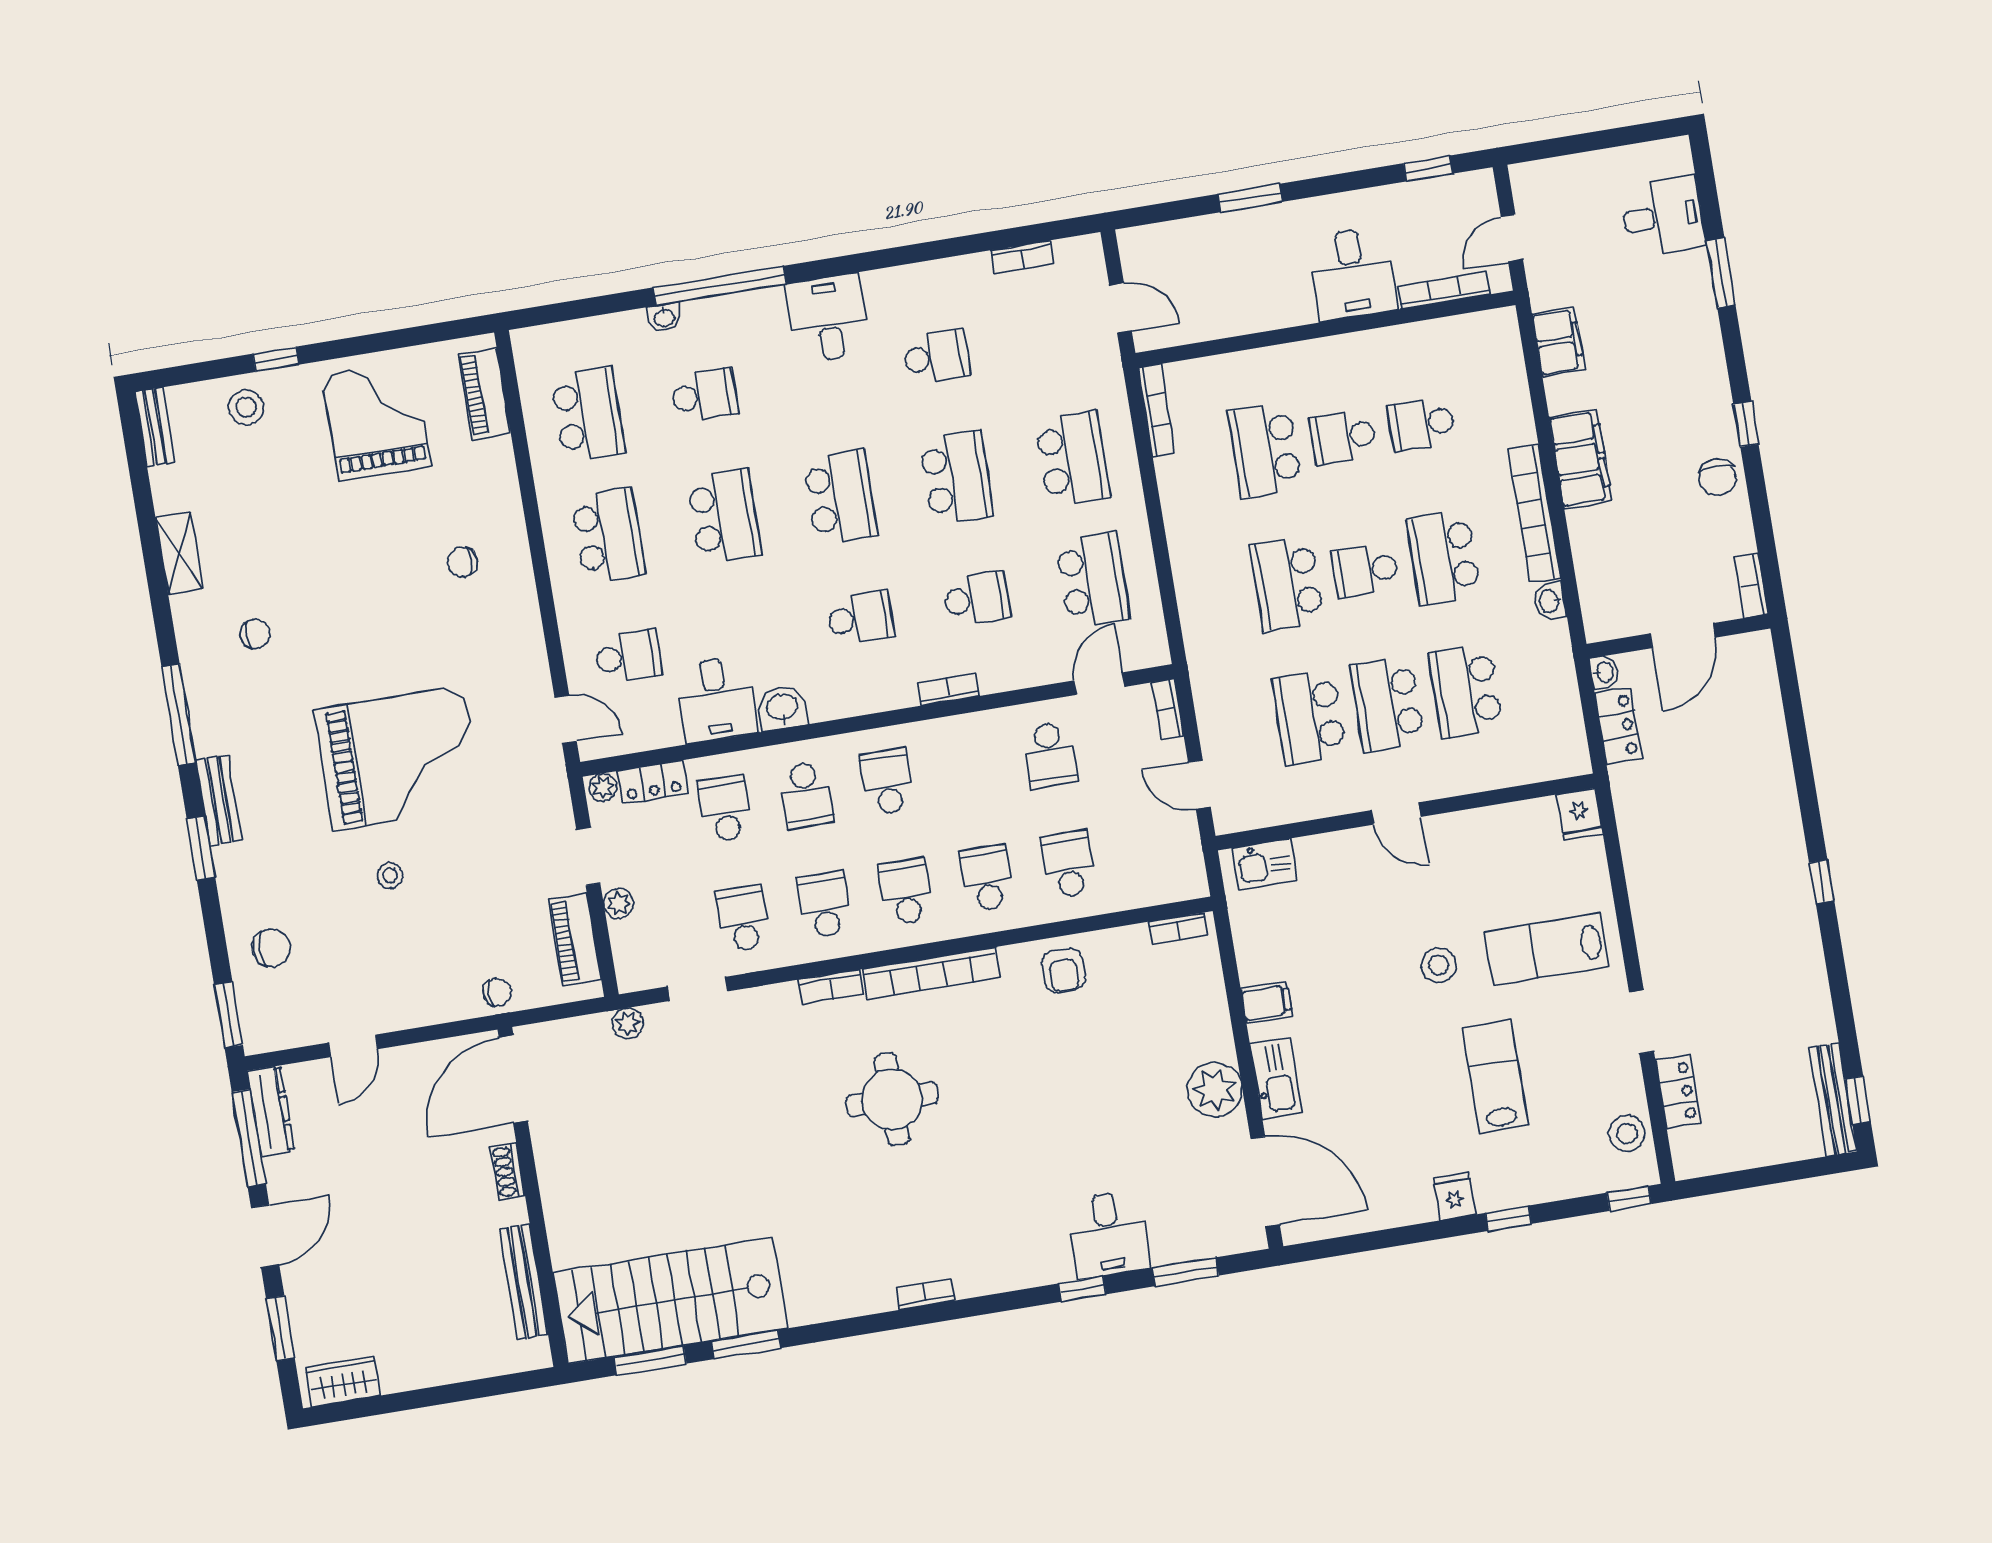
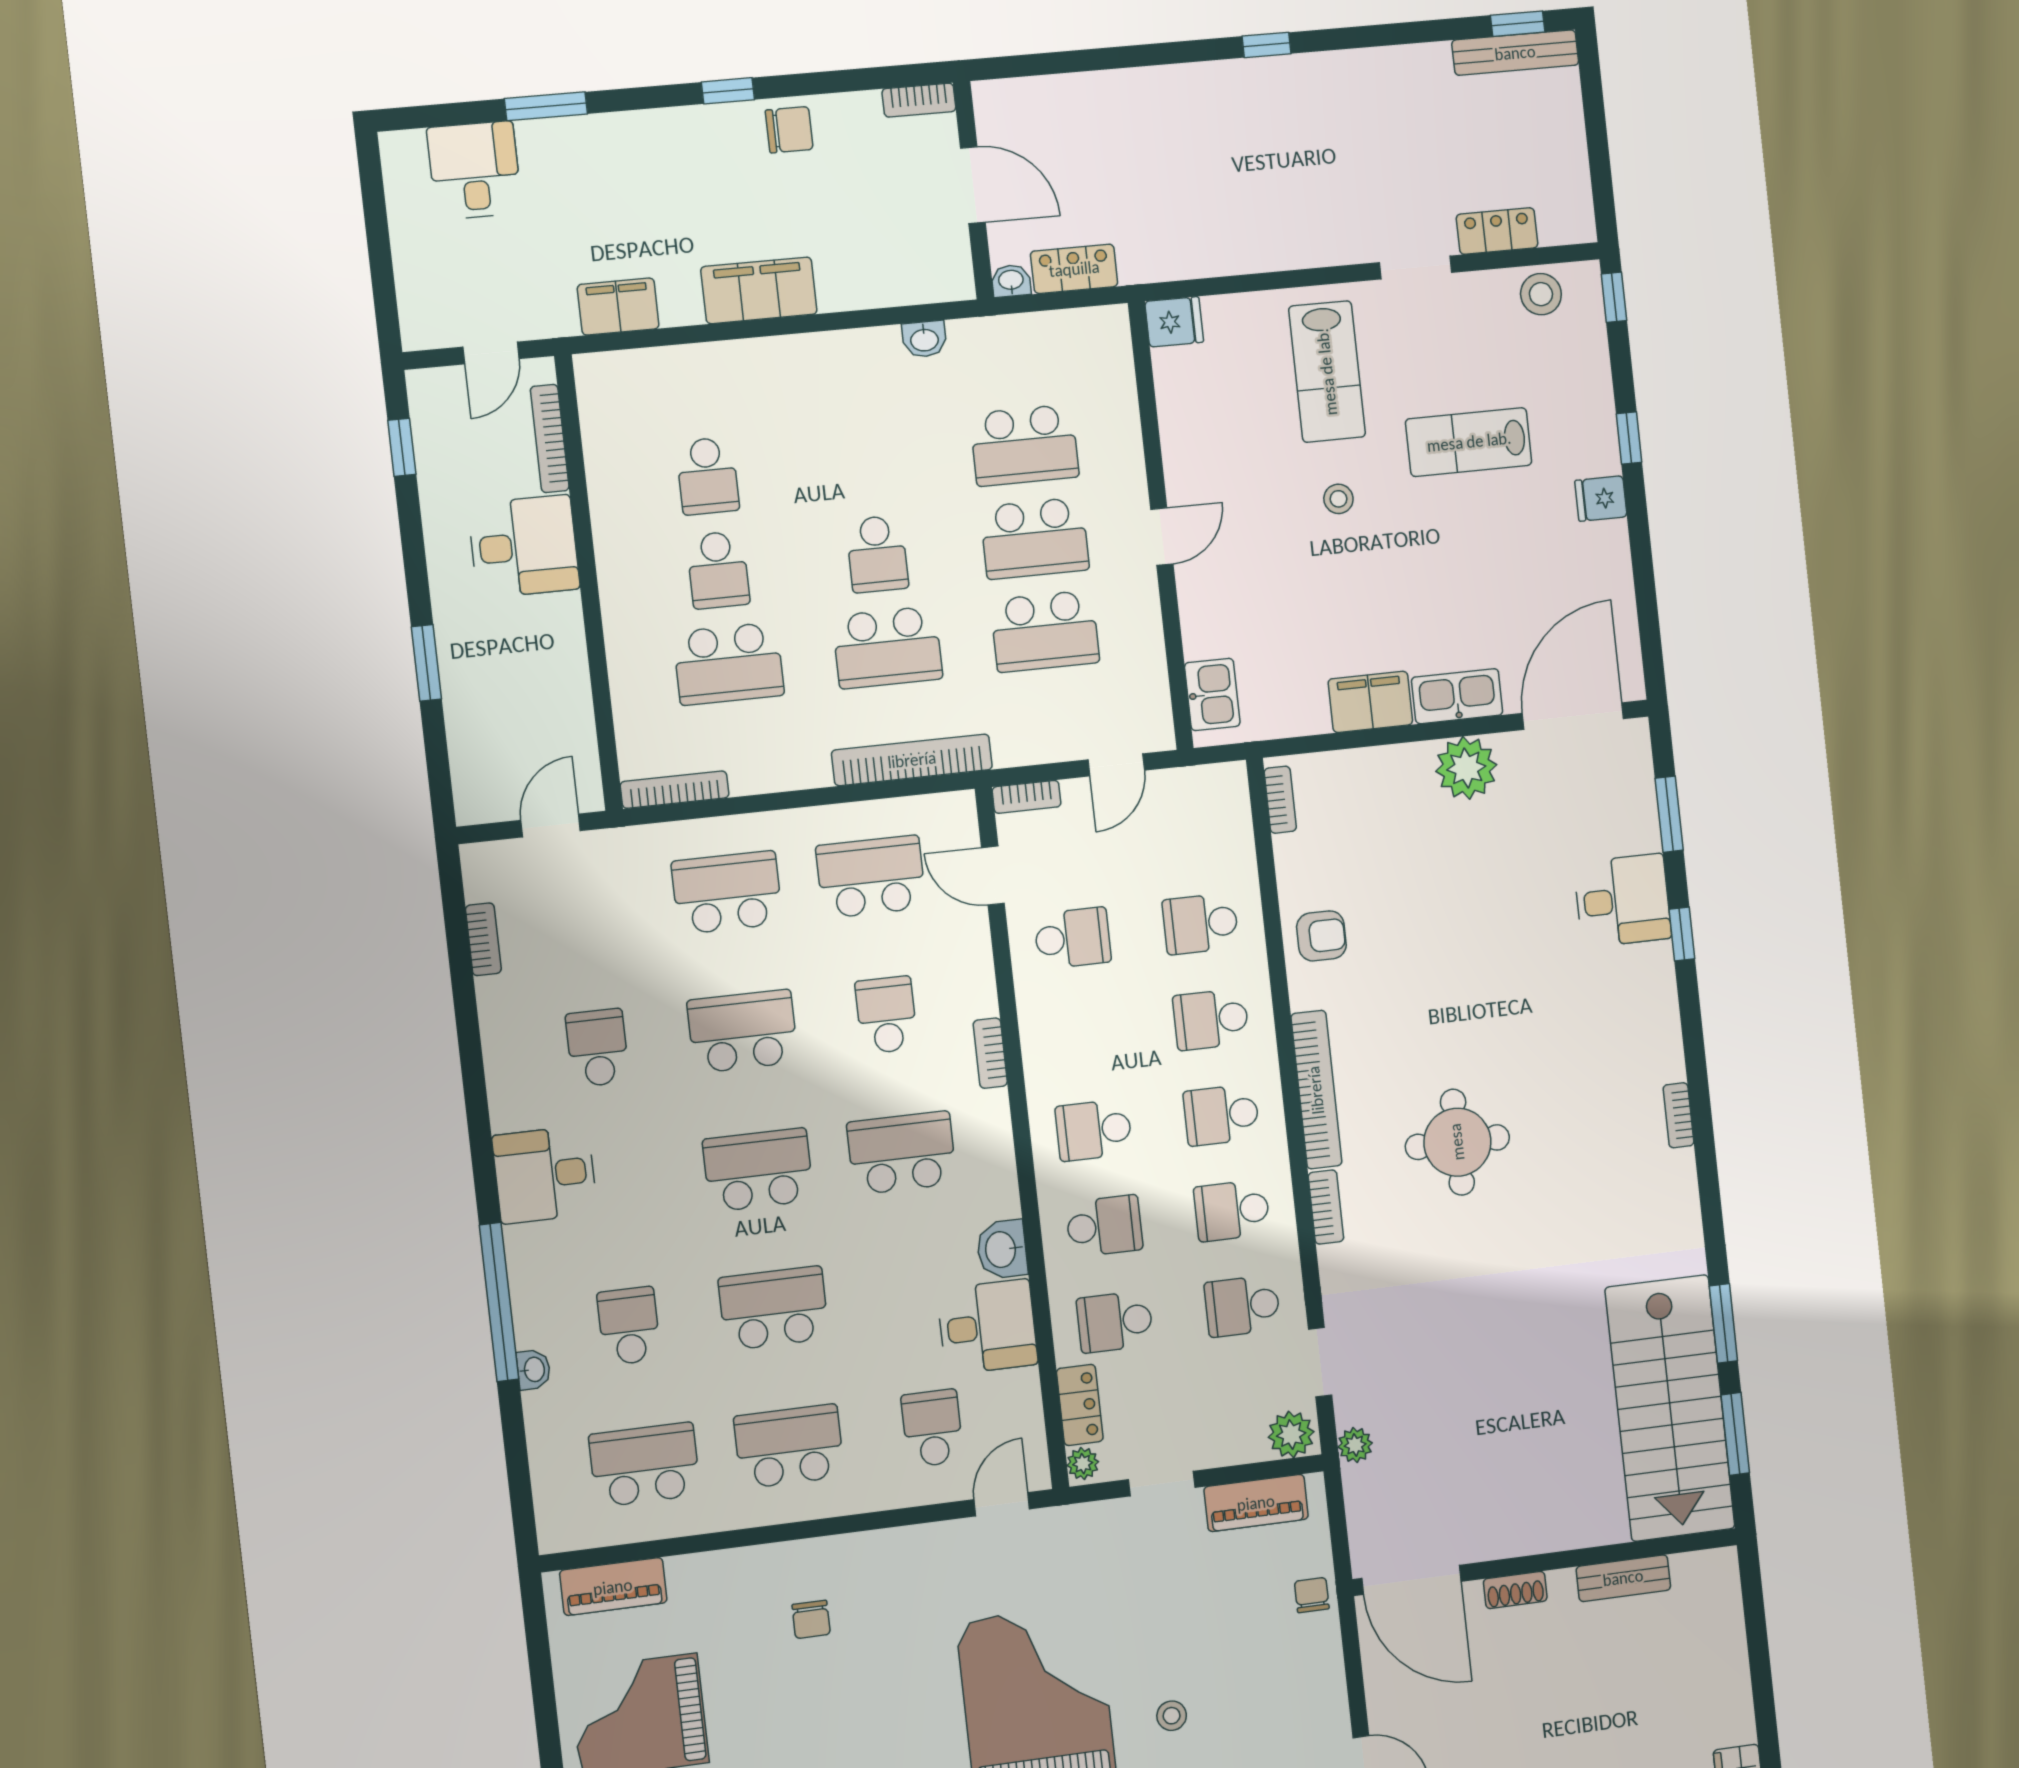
door: (1512, 238) -> (491, 353), hinge flipped
bookcase: (1534, 514) -> (912, 760), moved, turned 180
school desk: (1444, 558) -> (867, 461), removed
school desk: (860, 618) -> (902, 1153), width x1.85
plant: (618, 903) -> (1291, 1434), moved, width x1.38, depth x1.38
stool: (1439, 965) -> (1338, 499), width x0.73, depth x0.73
filing cabinet: (1267, 1002) -> (1370, 702), width x2.00
bench: (524, 1282) -> (1623, 1578), width x0.73

